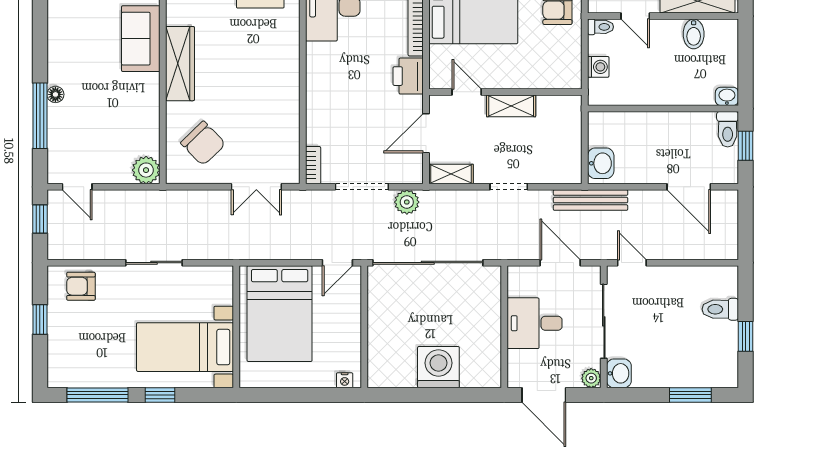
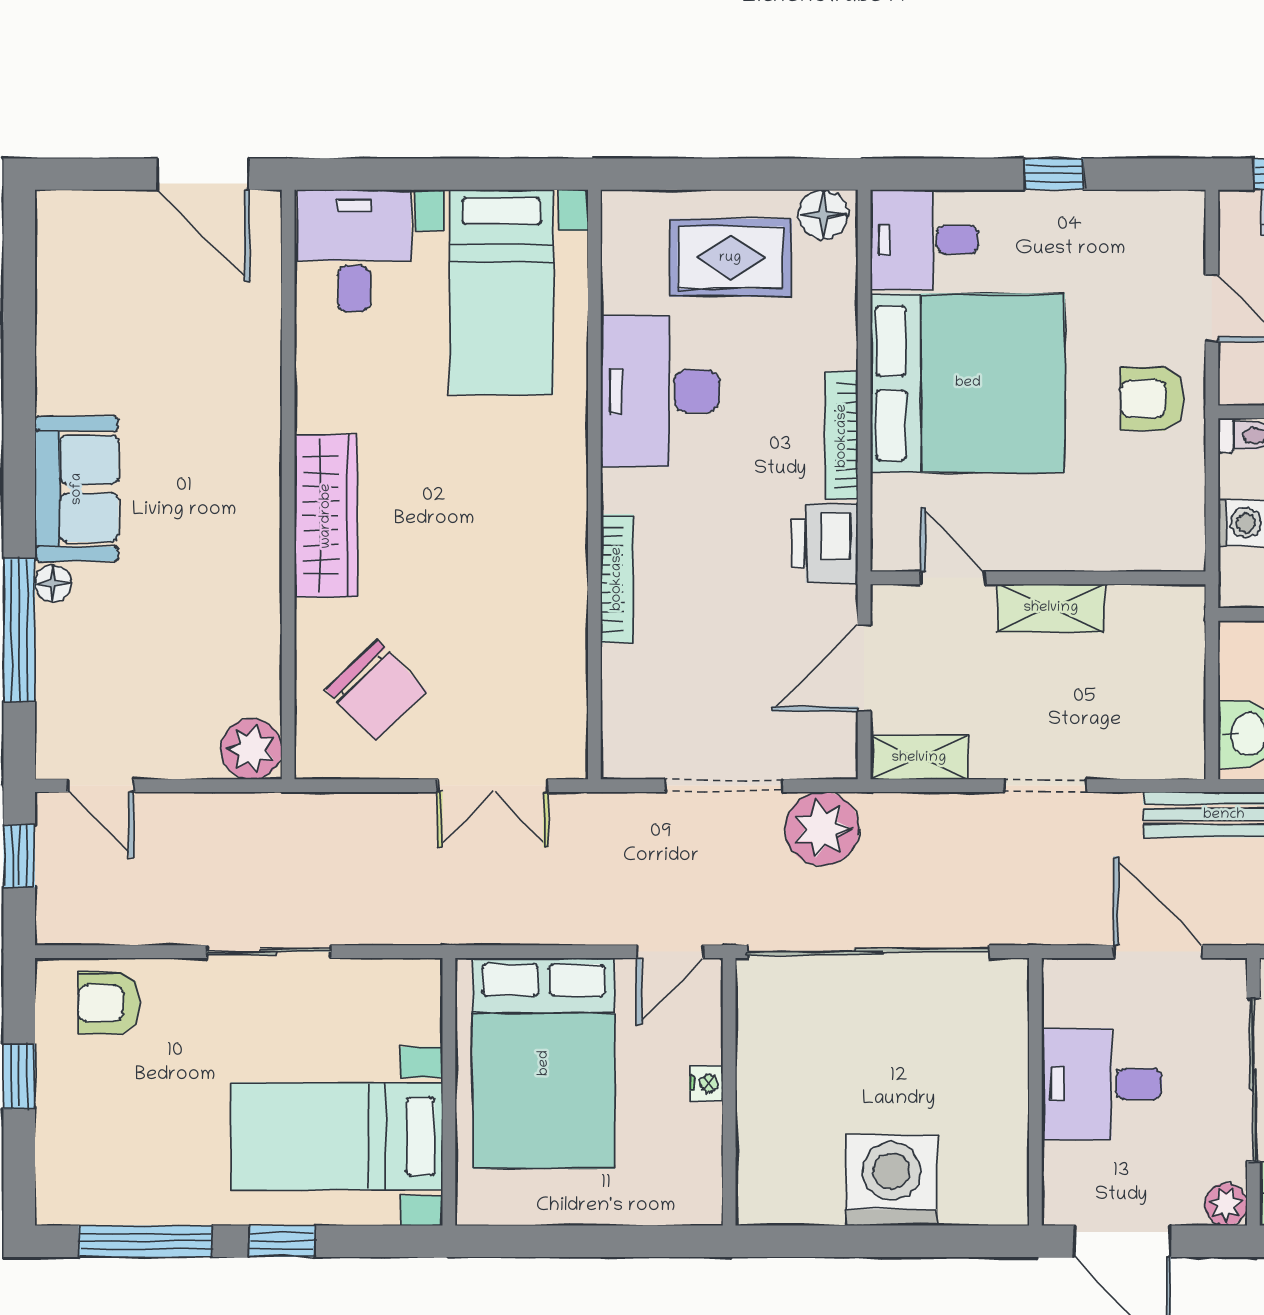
sofa: (141, 39) -> (77, 489), moved, turned 180
bookcase: (313, 165) -> (617, 579), moved, width x1.56
plant: (407, 202) -> (822, 829), width x1.36, depth x1.36
nightstand: (345, 380) -> (706, 1083), moved, turned -90

